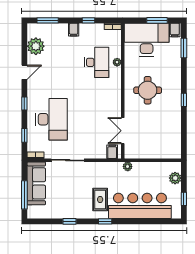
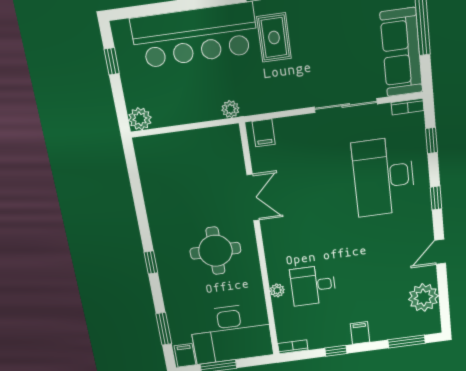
desk: (97, 62) -> (313, 285), width x0.73
window: (184, 100) -> (151, 262), moved
double door: (123, 131) -> (253, 197), moved
plant: (175, 178) -> (140, 119), moved

